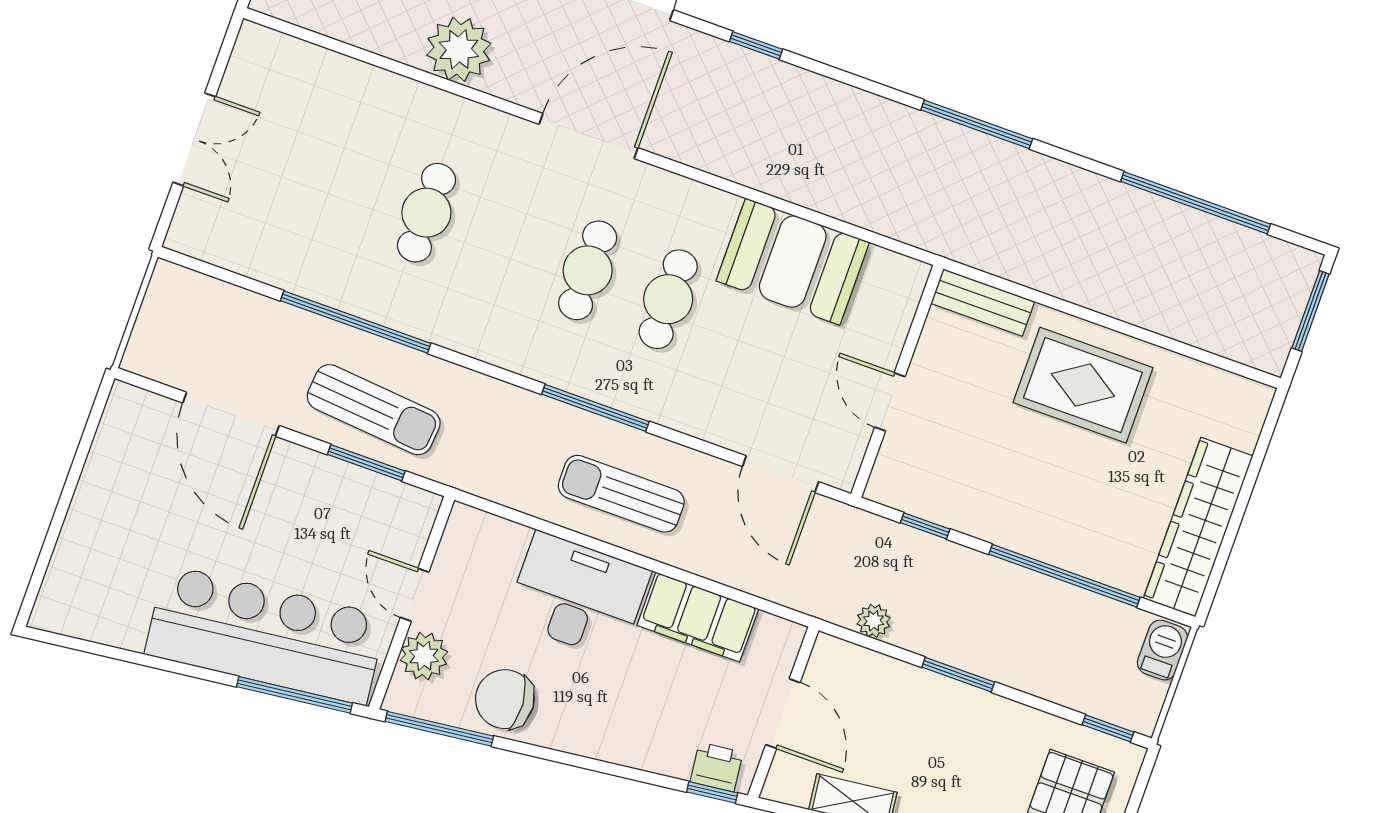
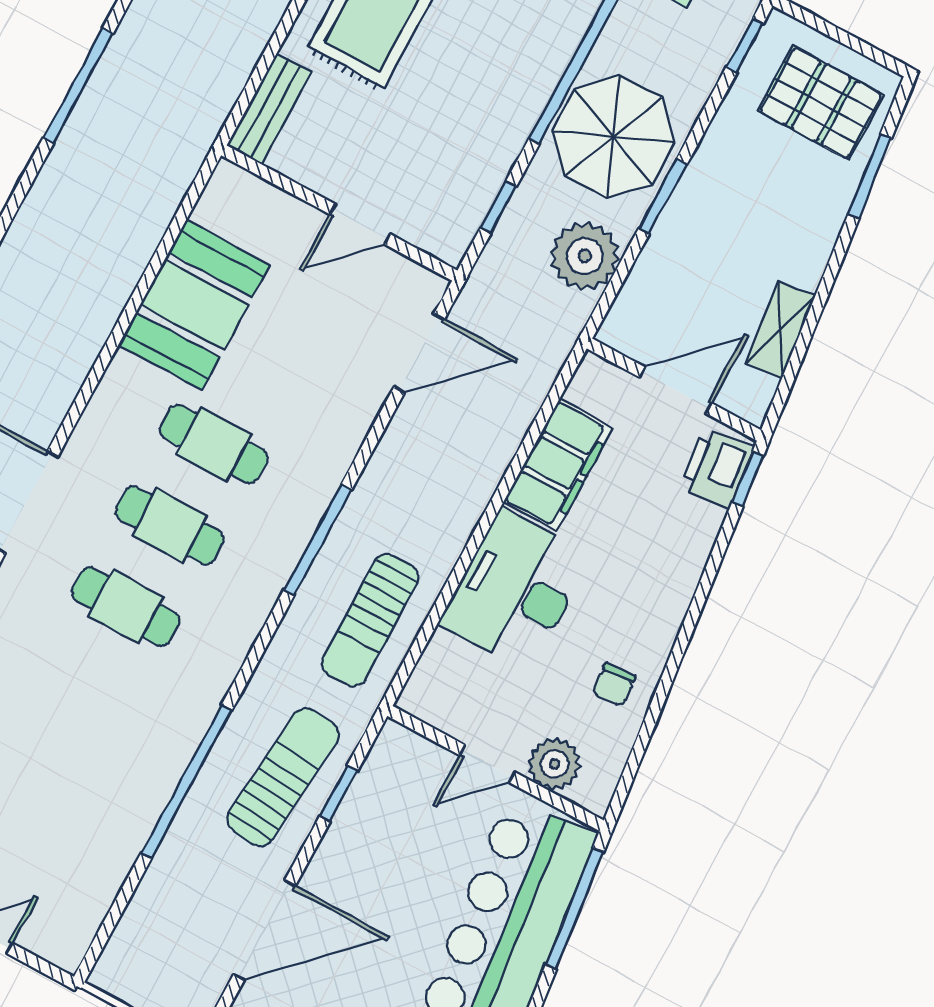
cafe table: (426, 213) -> (126, 607), moved
window: (366, 463) -> (338, 794), width x0.67
sun lounger: (621, 494) -> (370, 620), moved
plant: (874, 621) -> (585, 256), width x1.88, depth x1.88
parasol: (1006, 621) -> (613, 137), added
chair: (505, 699) -> (614, 685), width x0.54, depth x0.54
window: (439, 729) -> (635, 760), removed
printer: (717, 767) -> (717, 468), width x1.36, depth x1.24

